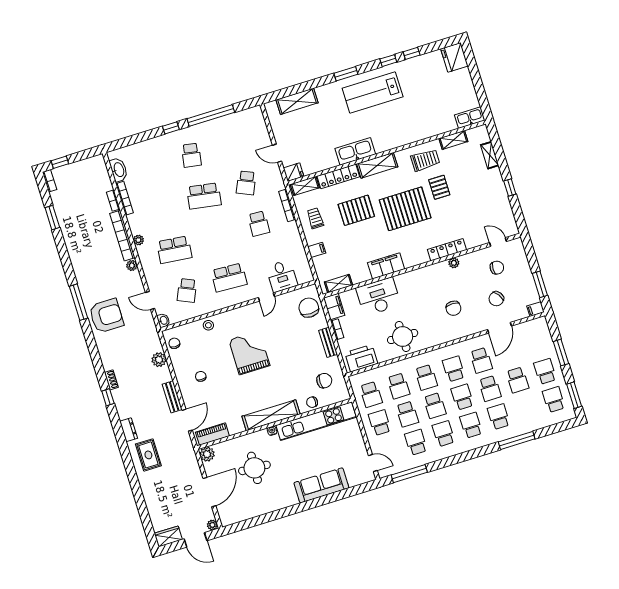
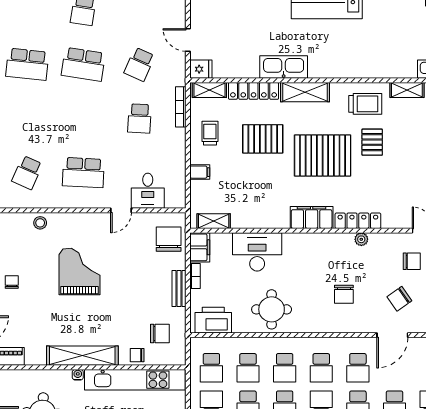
school desk: (174, 250) -> (27, 64), moved
filing cabinet: (386, 266) -> (312, 218), moved
school desk: (454, 369) -> (321, 368), turned 180

